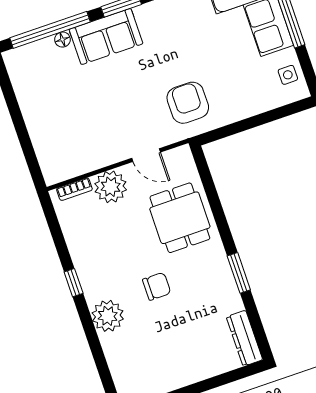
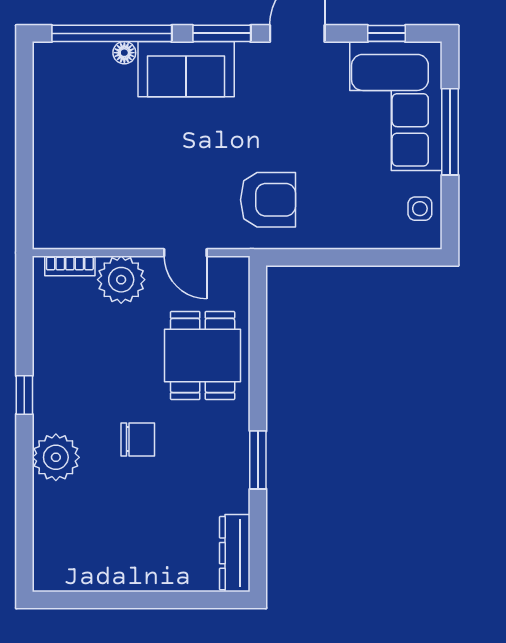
armchair: (188, 103) -> (268, 200), turned 90

